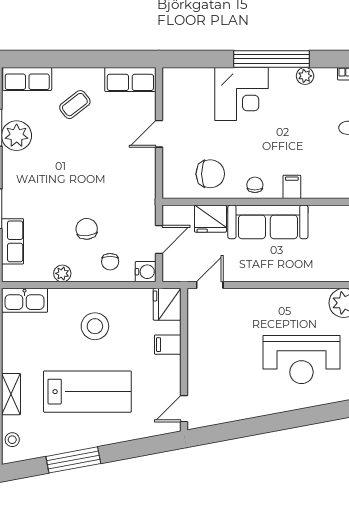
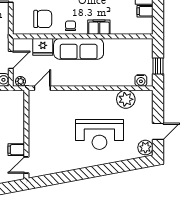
filing cabinet: (292, 187) -> (99, 27), width x2.00
plant: (174, 274) -> (20, 81), added
fridge: (167, 304) -> (16, 100), removed
filing cabinet: (168, 345) -> (16, 150), moved

